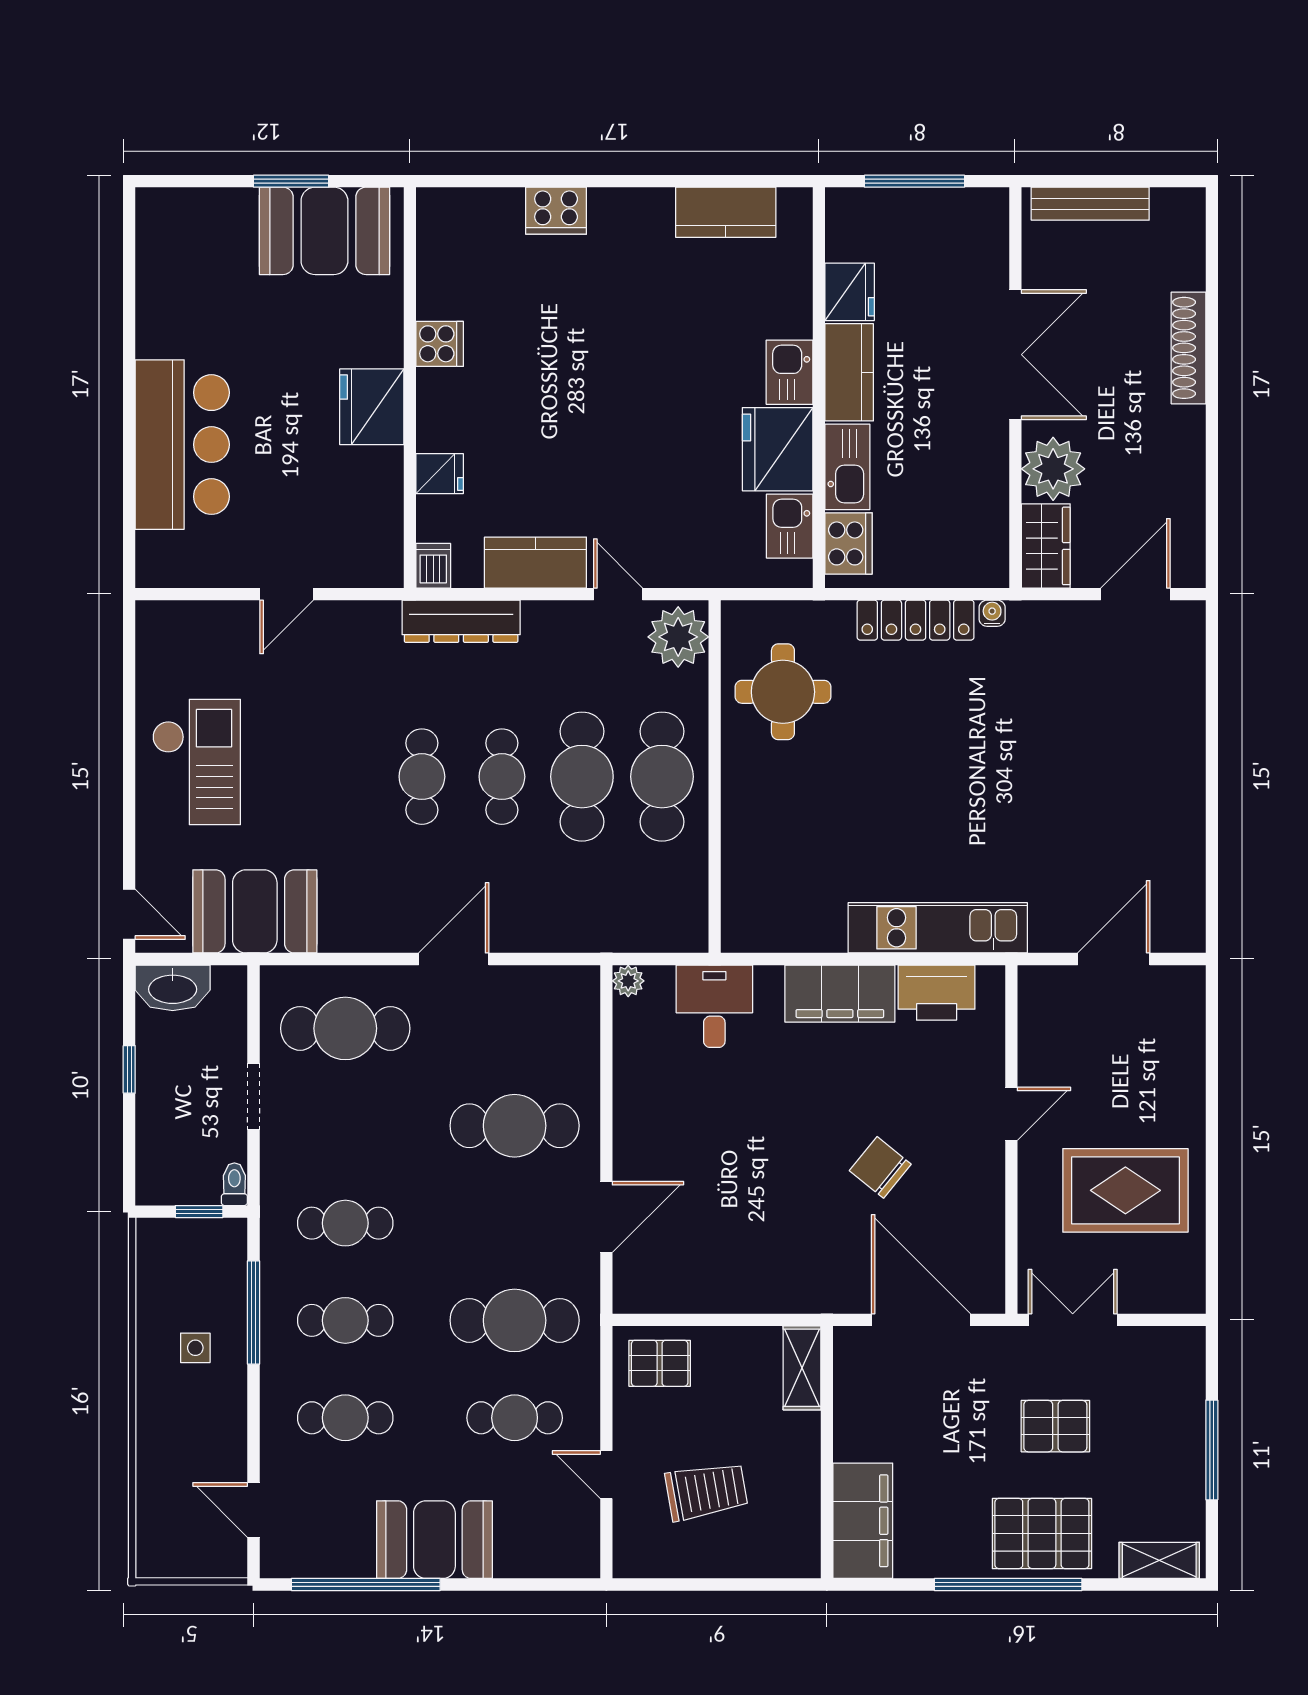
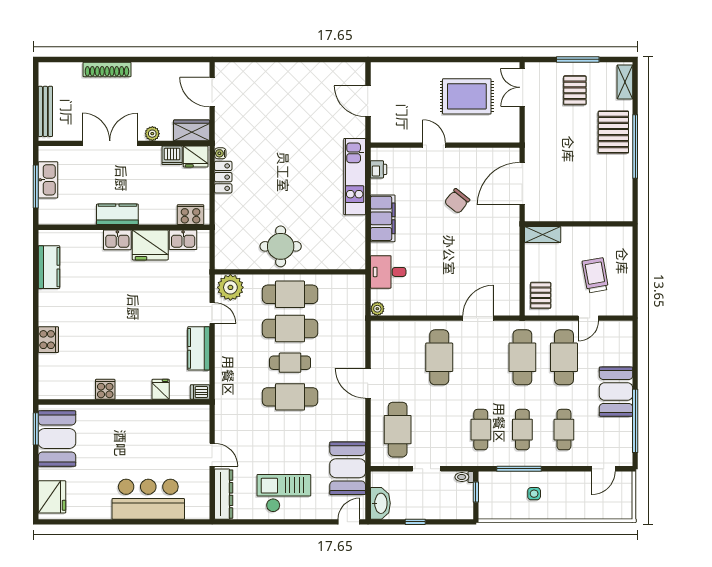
window: (291, 181) -> (36, 429), moved
fridge: (850, 292) -> (196, 157), moved, turned 180
fridge: (372, 407) -> (52, 497), moved, turned -90
kitchen sink: (847, 467) -> (48, 180), moved, turned 90
plant: (1053, 469) -> (152, 134), width x0.53, depth x0.53
dishwasher: (987, 500) -> (172, 155), added
door: (618, 594) -> (212, 313), swing flipped
locker: (916, 620) -> (223, 177), width x0.66
dresser: (461, 621) -> (224, 494), moved
round table: (783, 692) -> (281, 246), moved
cafe table: (422, 777) -> (290, 397), width x1.37, depth x1.35
printer: (937, 993) -> (379, 169), width x0.53, depth x0.68
rug: (1125, 1190) -> (467, 96), turned 90
door: (606, 1217) -> (478, 318), hinge flipped
double door: (1073, 1320) -> (522, 87), moved
cafe table: (515, 1418) -> (564, 357), width x1.37, depth x1.35
pallet: (1055, 1426) -> (575, 90), moved
filing cabinet: (863, 1521) -> (608, 209), removed

